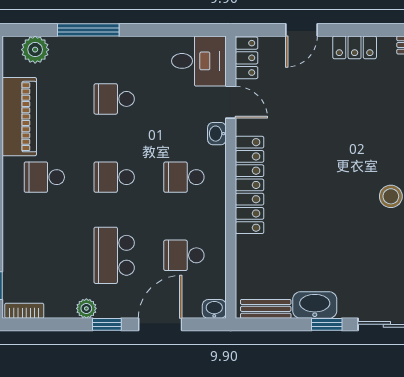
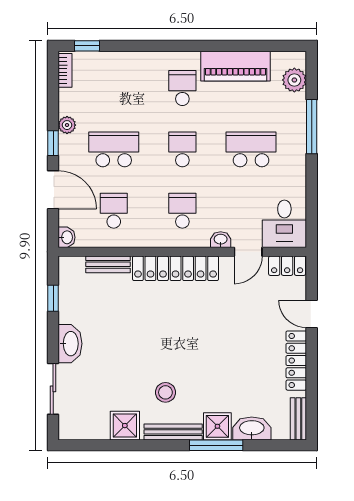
locker: (355, 47) -> (296, 361), width x1.53
school desk: (114, 99) -> (251, 149), width x1.85
washbasin: (315, 305) -> (70, 344), moved
bench: (266, 309) -> (108, 264), moved, turned 90
window: (327, 324) -> (53, 298), moved

